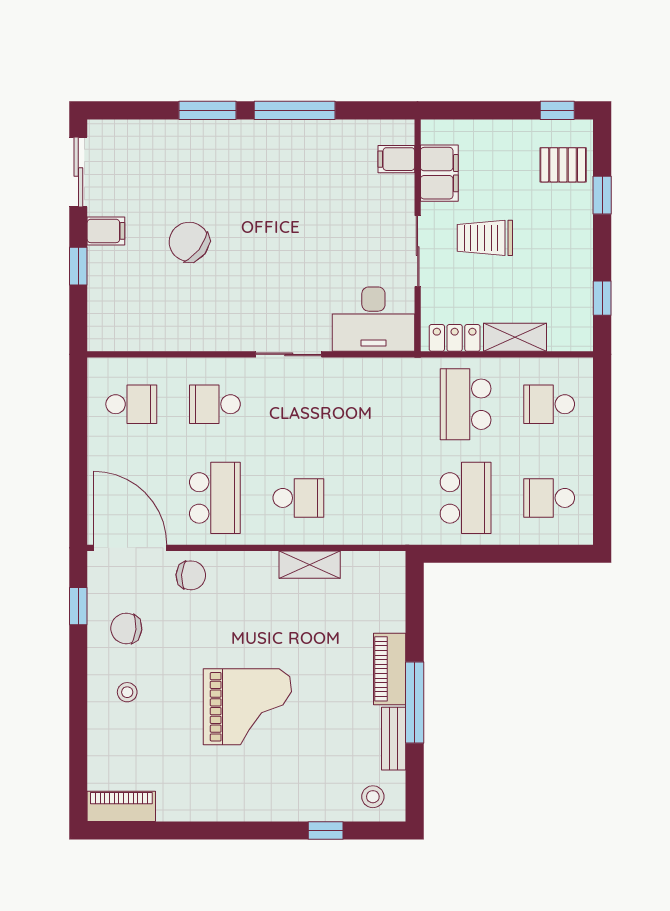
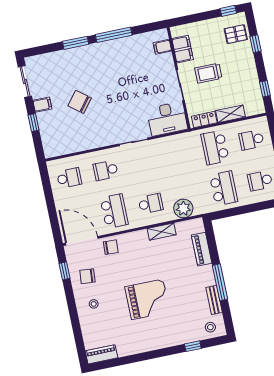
plant: (368, 524) -> (183, 208), added
piano: (390, 669) -> (202, 249), moved

